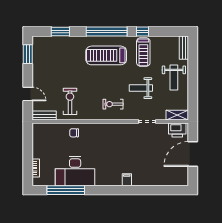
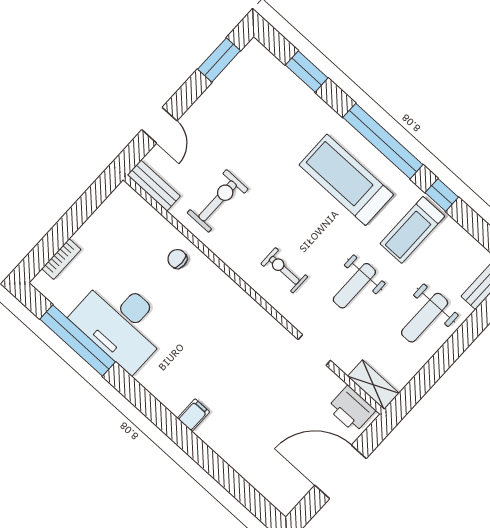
weight bench: (141, 88) -> (354, 286), turned -90

